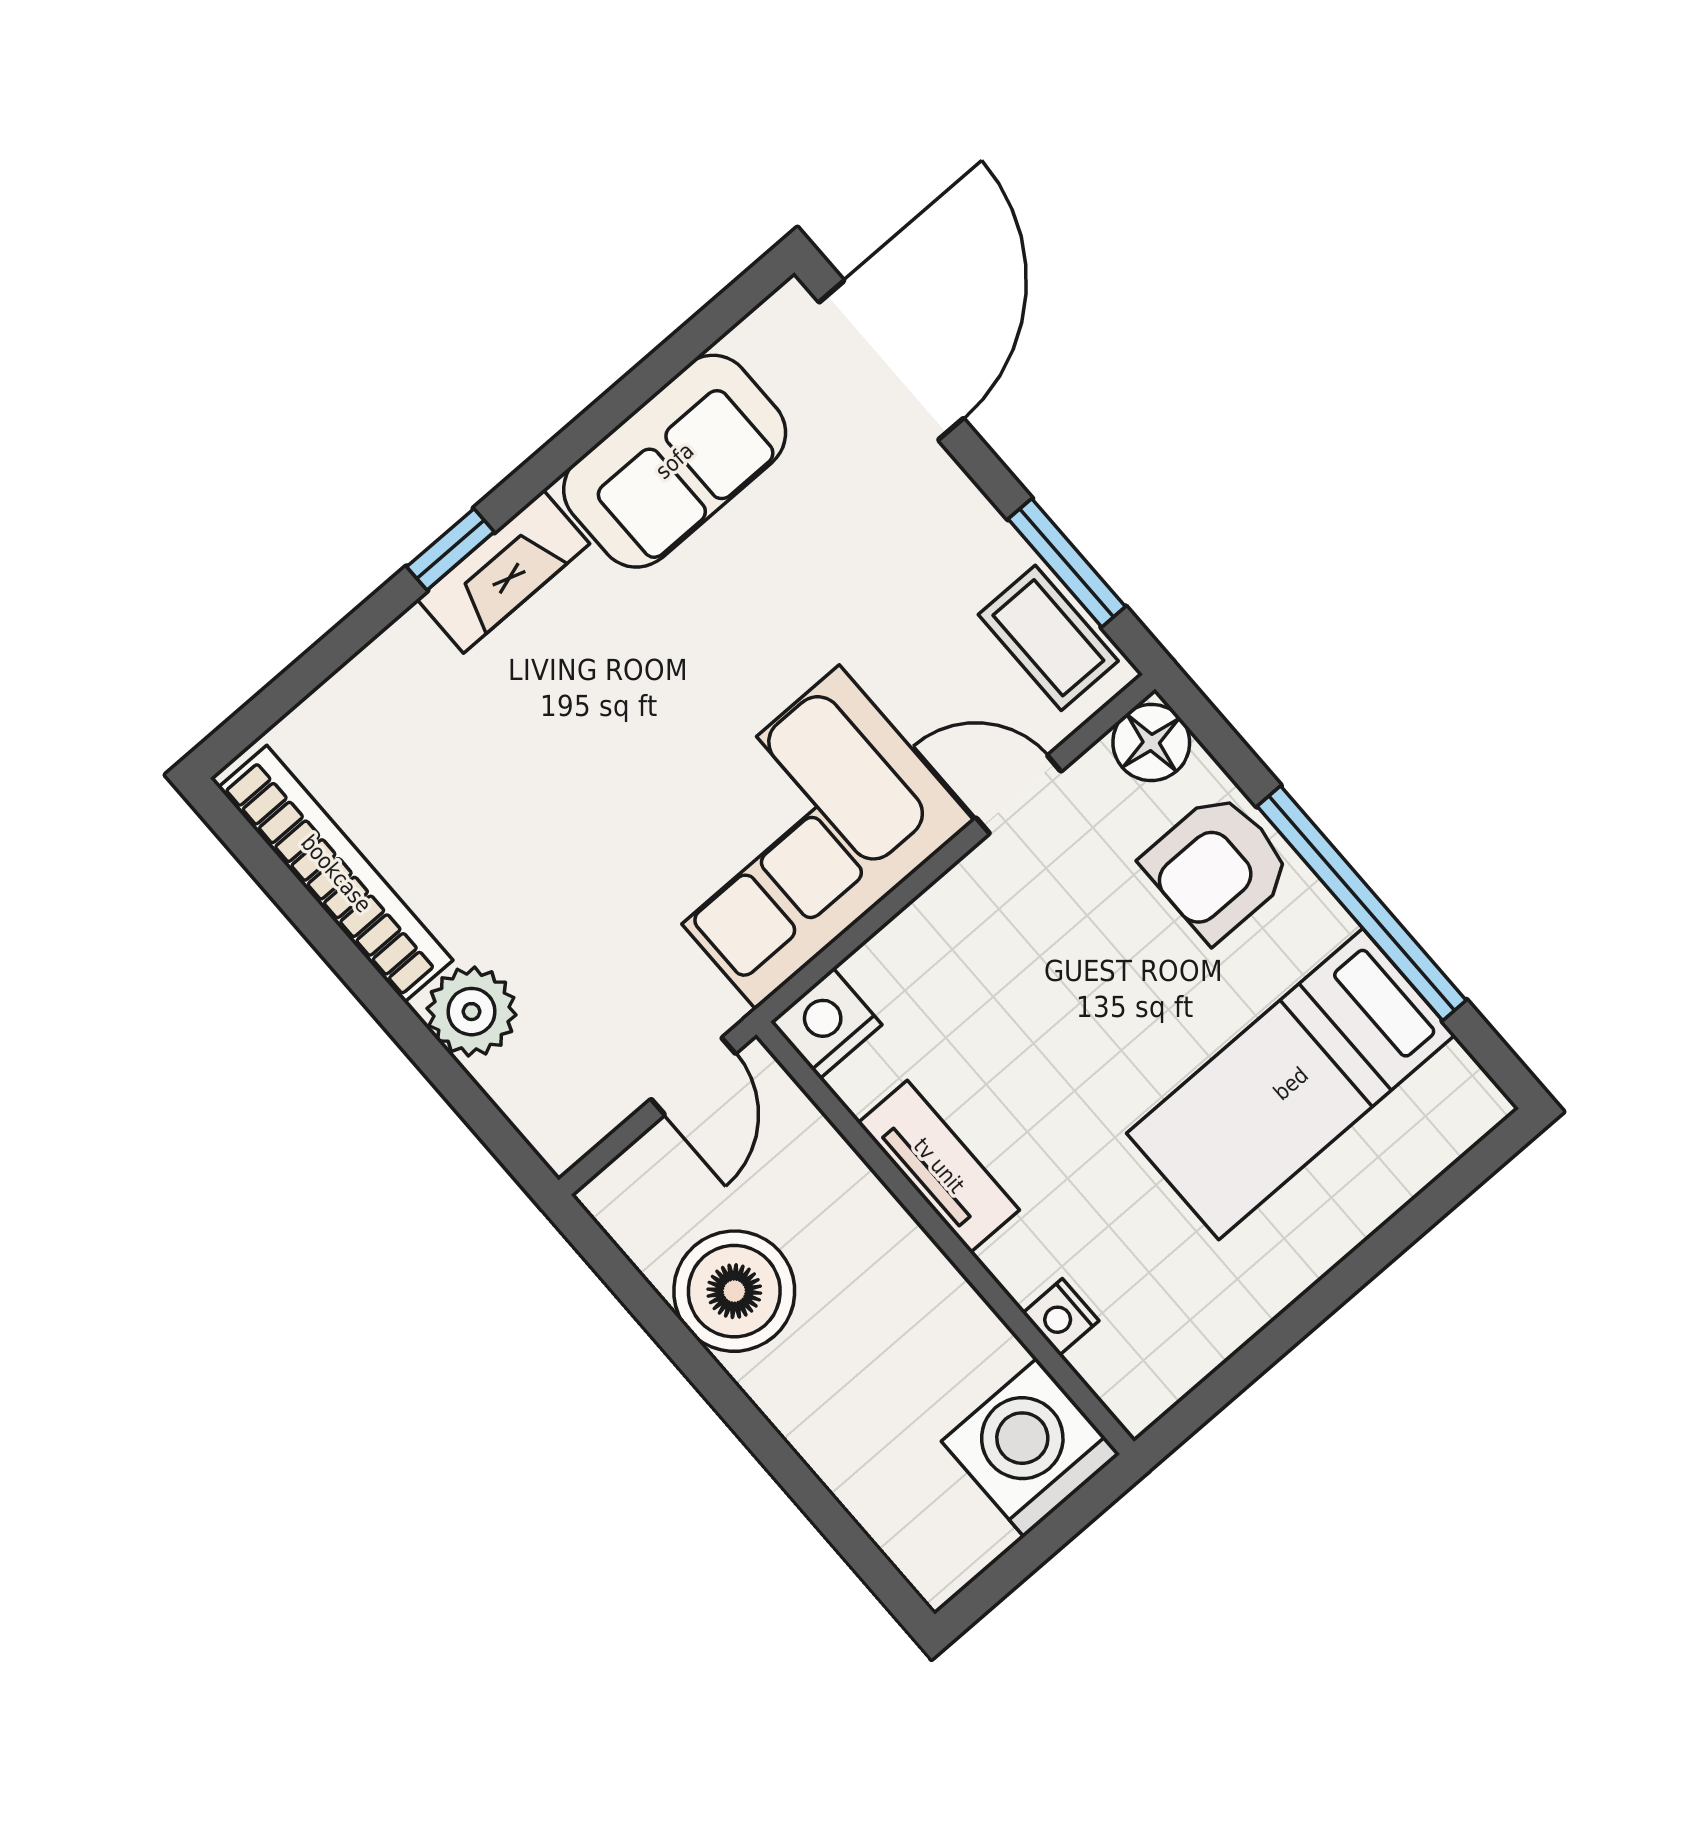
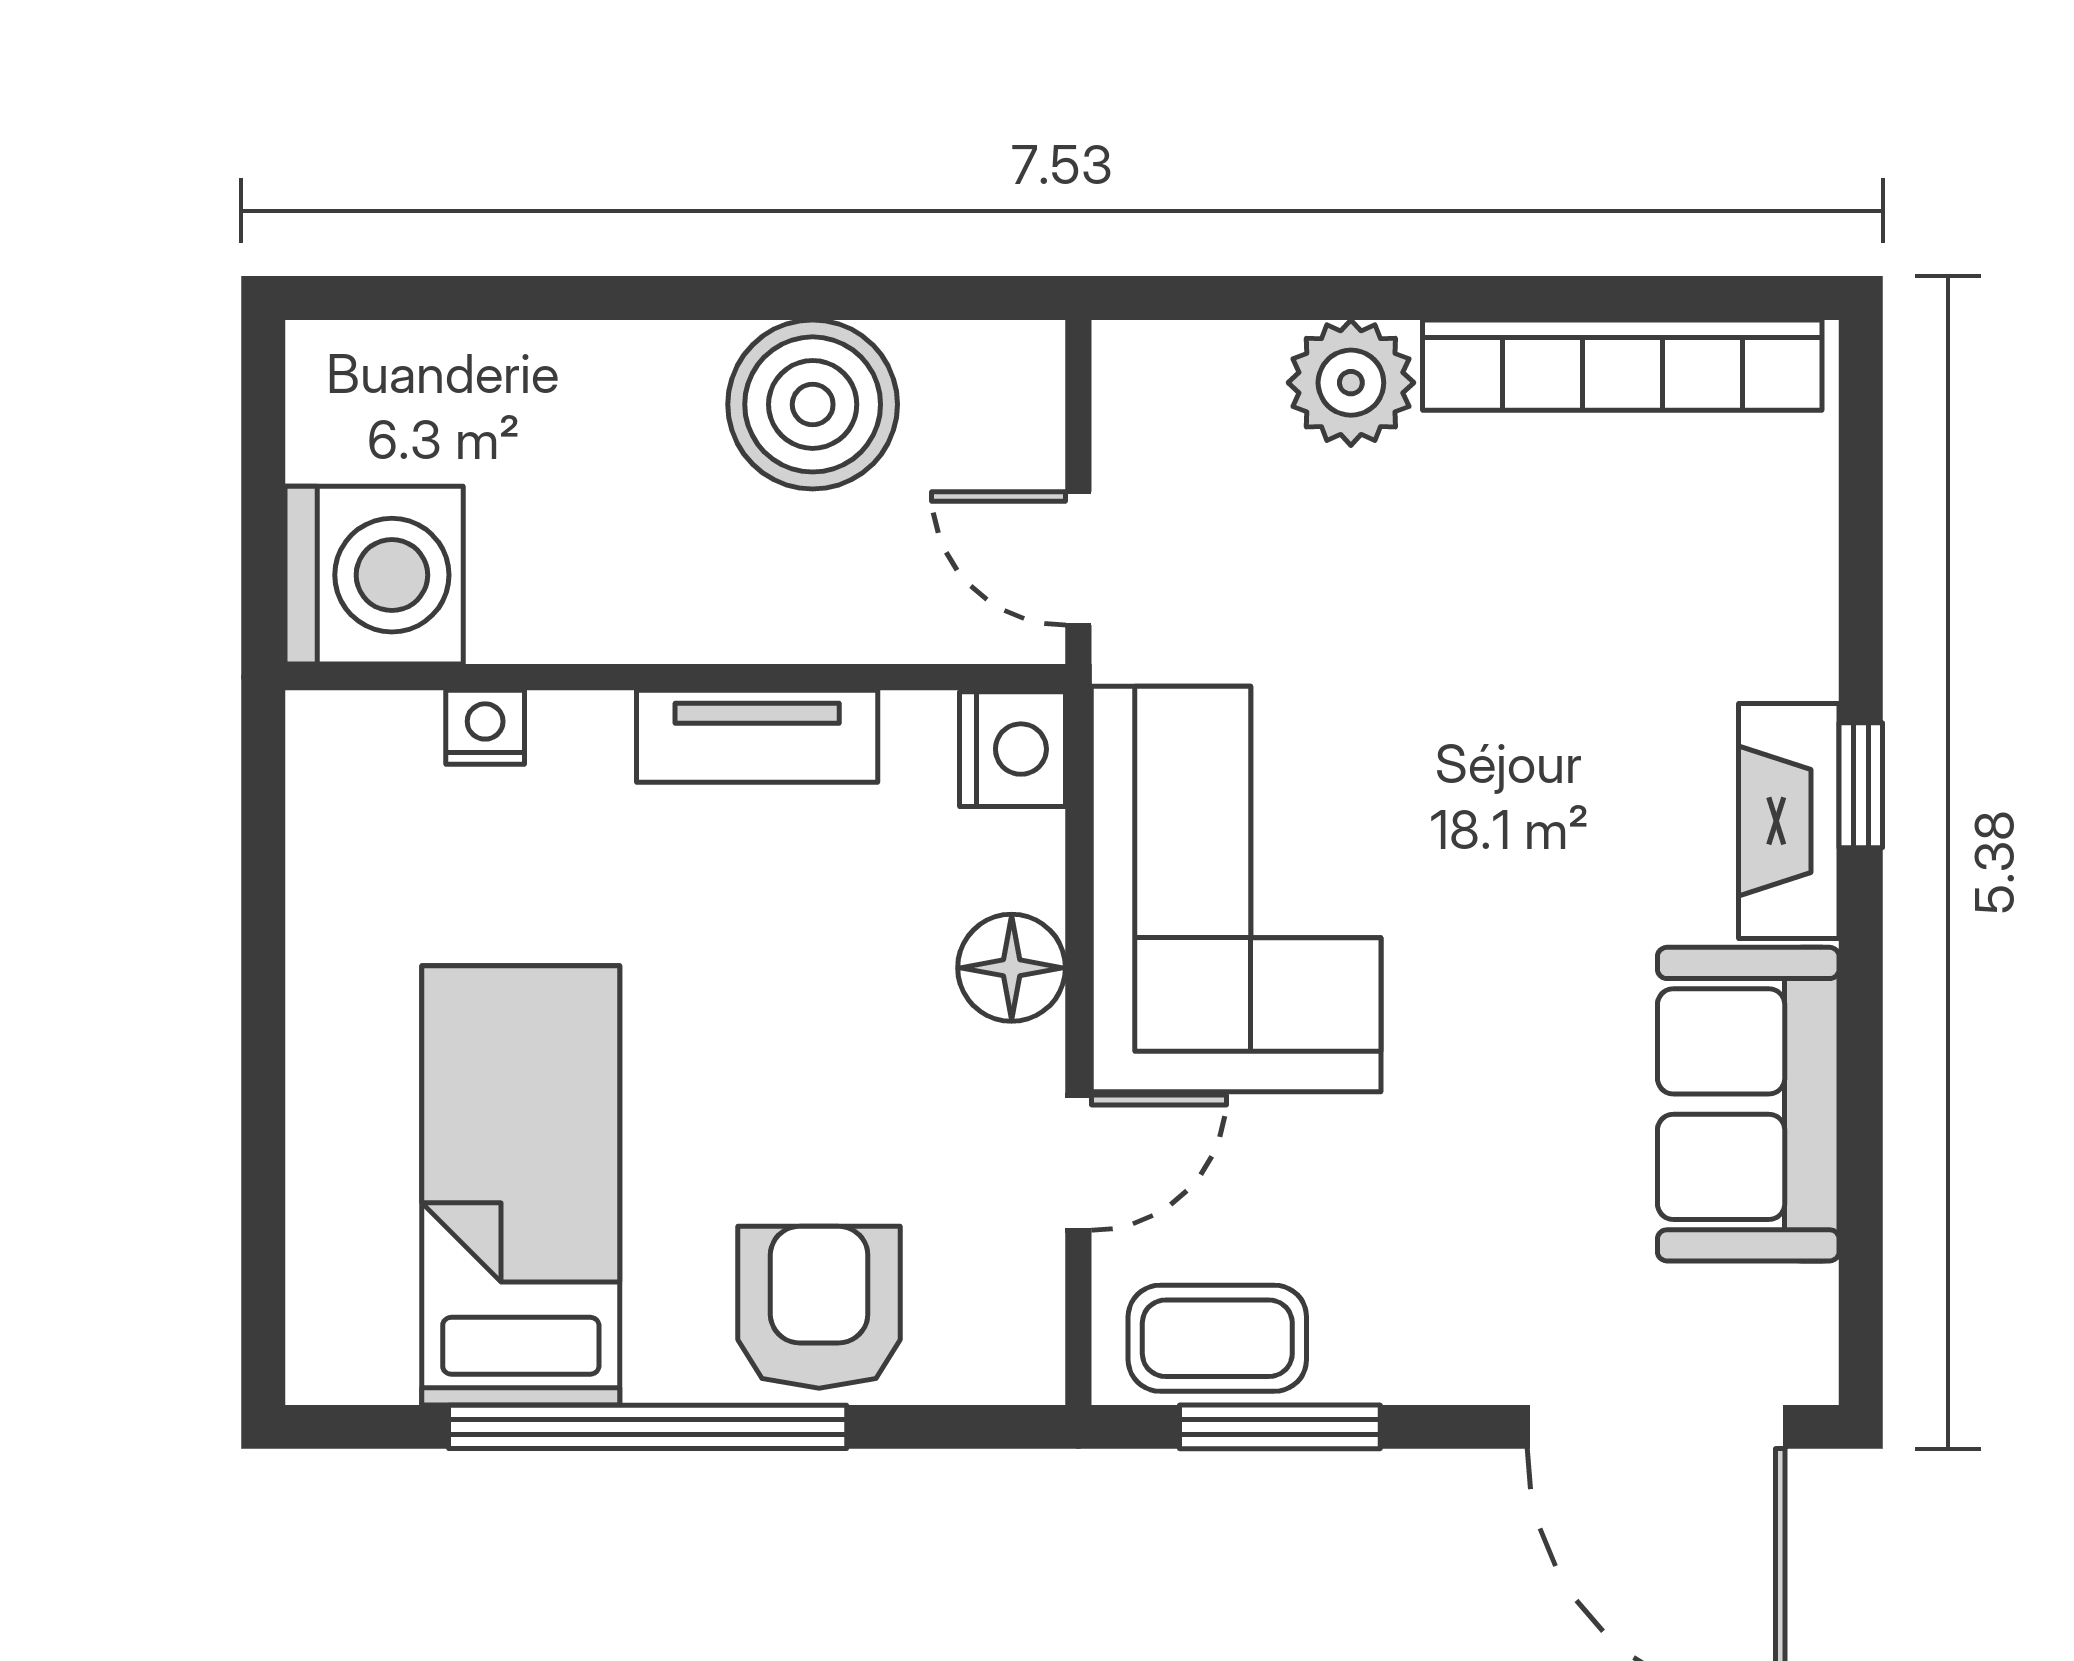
floor lamp: (1151, 743) -> (1012, 968), moved

